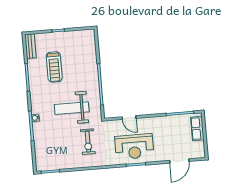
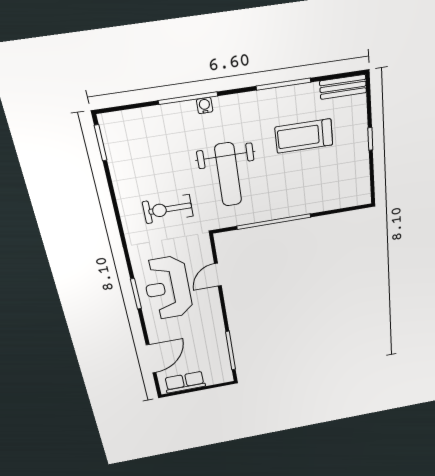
weight bench: (72, 108) -> (228, 175), turned 180
row of seats: (197, 128) -> (185, 382), moved
door: (179, 161) -> (151, 359), swing flipped

